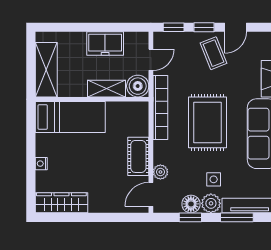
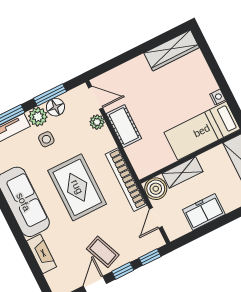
nightstand: (41, 164) -> (218, 97), moved
door: (151, 194) -> (96, 98), hinge flipped
window: (190, 217) -> (50, 95), width x1.50

